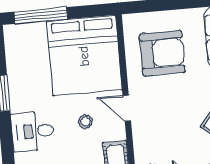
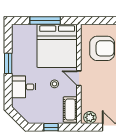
window: (41, 15) -> (45, 20), moved

